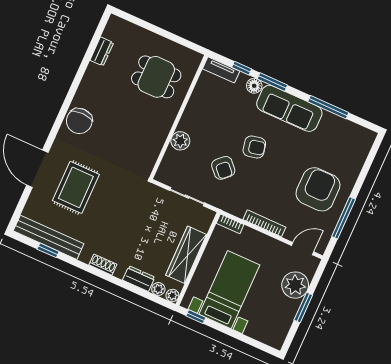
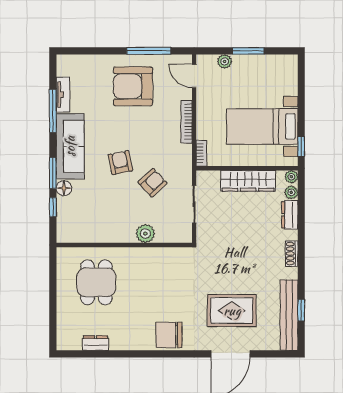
tv unit: (221, 70) -> (63, 95), moved
chair: (79, 121) -> (169, 335), turned 180
plant: (295, 285) -> (225, 61), width x0.53, depth x0.53

